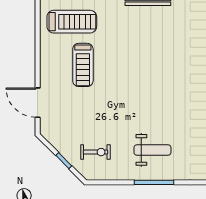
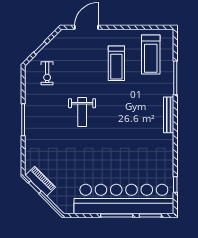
treadmill: (83, 65) -> (116, 63), turned -90
weight bench: (152, 150) -> (82, 112), moved

